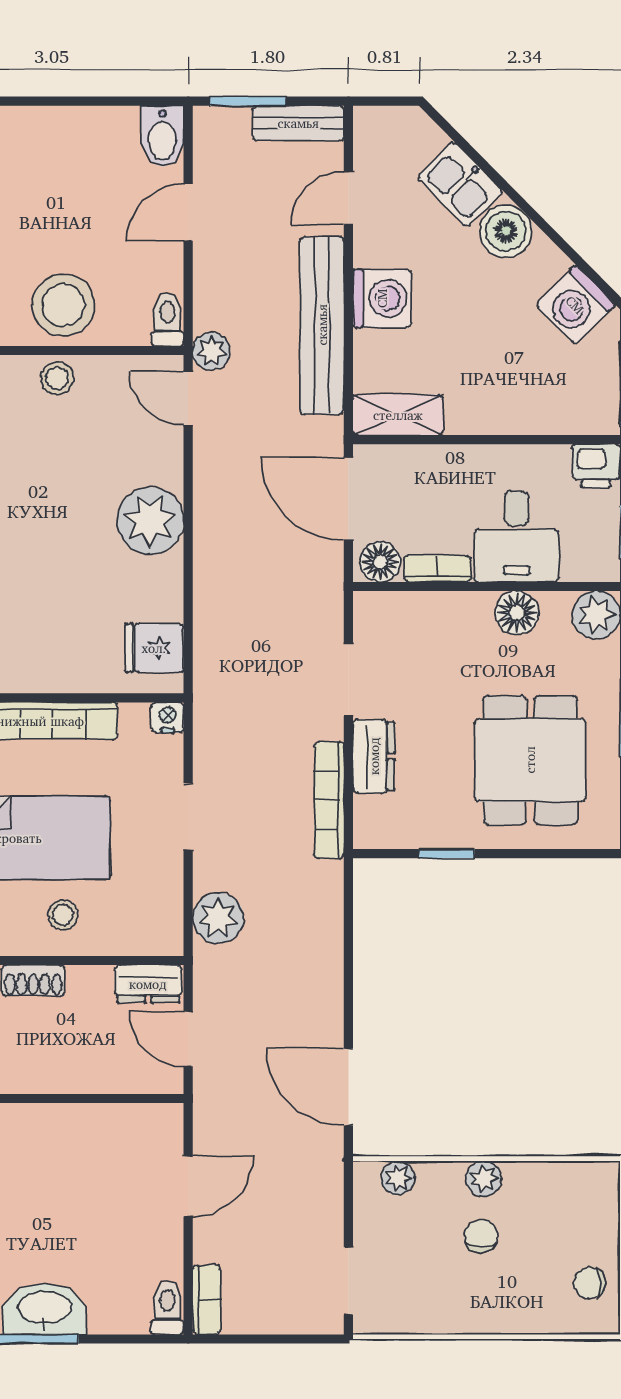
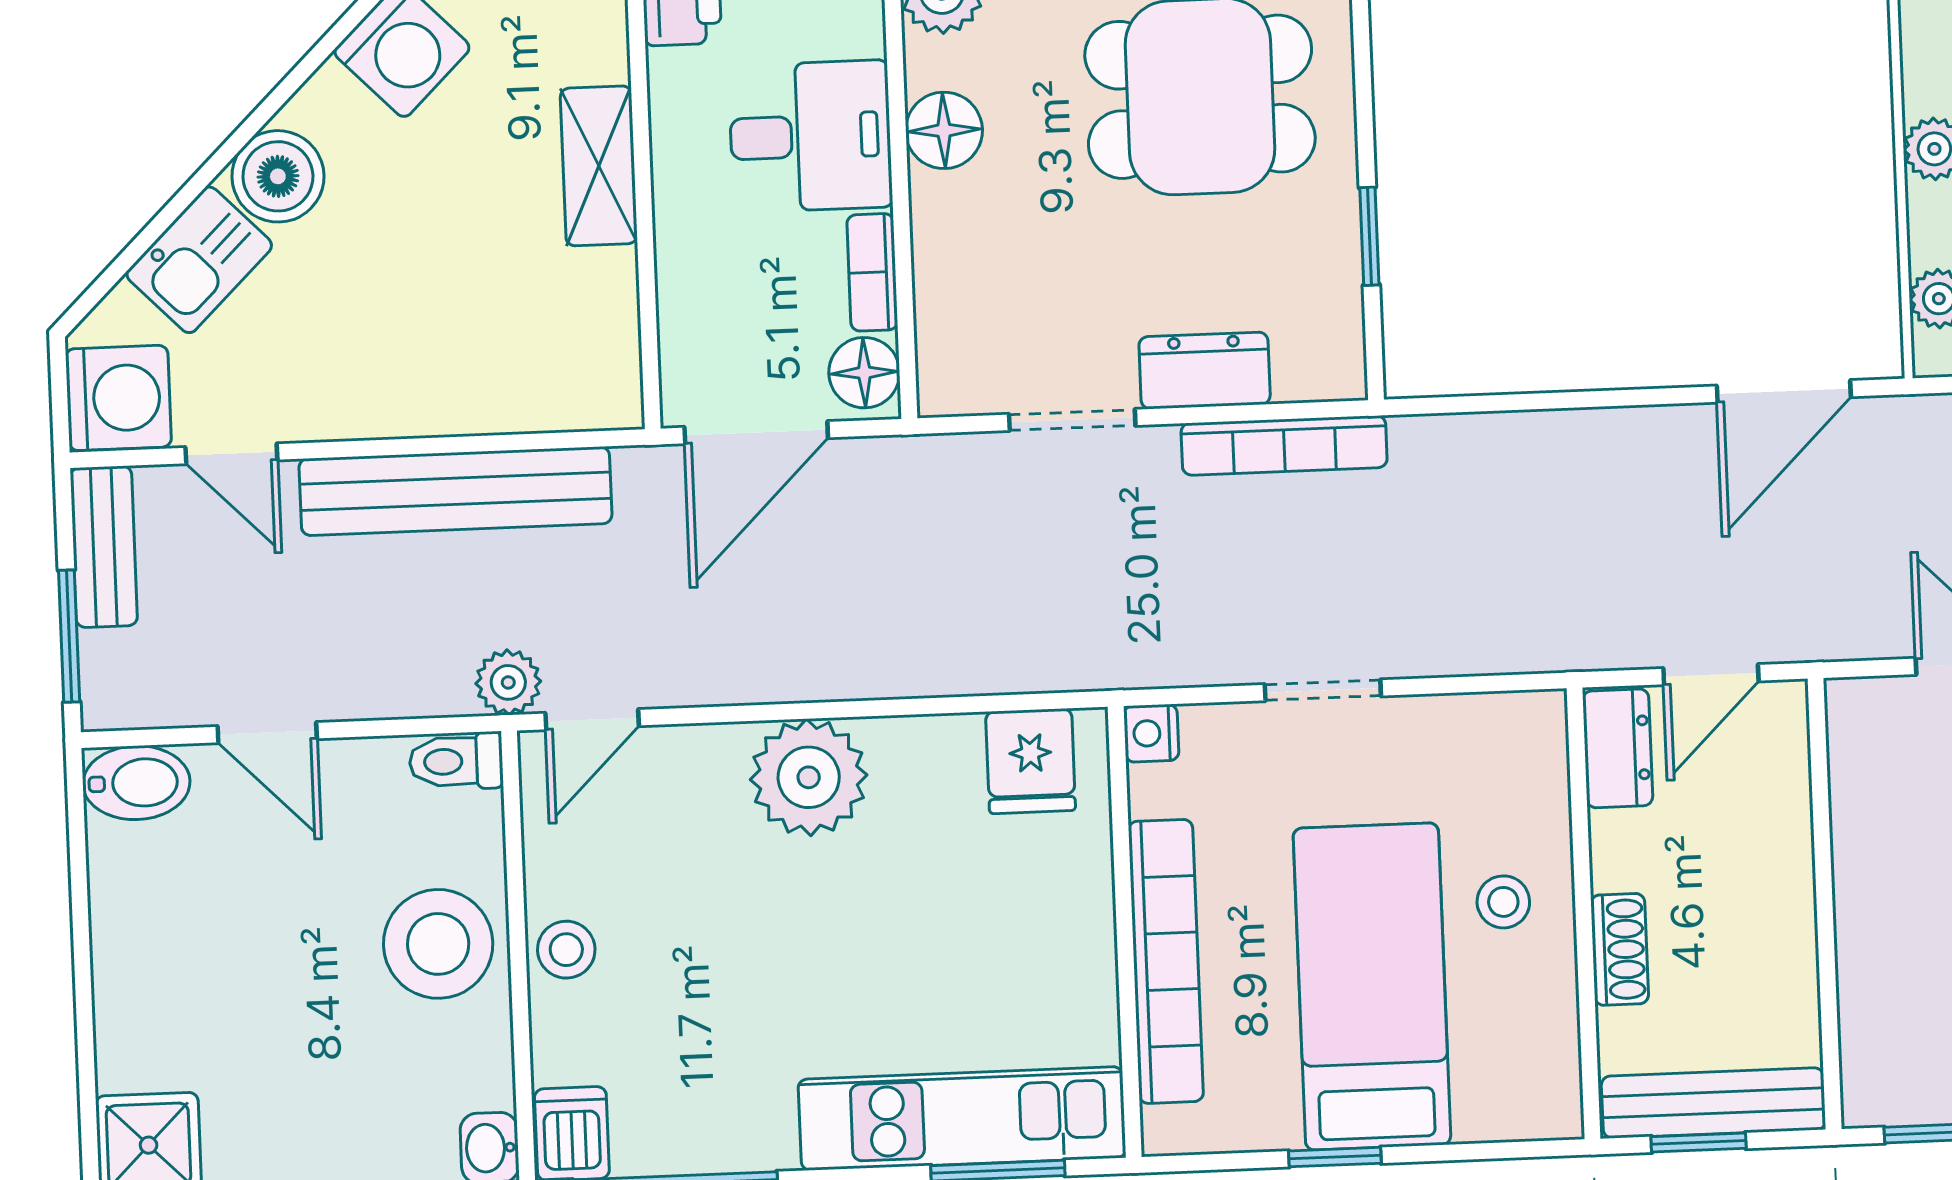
washing machine: (382, 298) -> (118, 398), moved, turned 90
shelving: (398, 415) -> (599, 166), moved
plant: (218, 918) -> (1498, 631), removed

